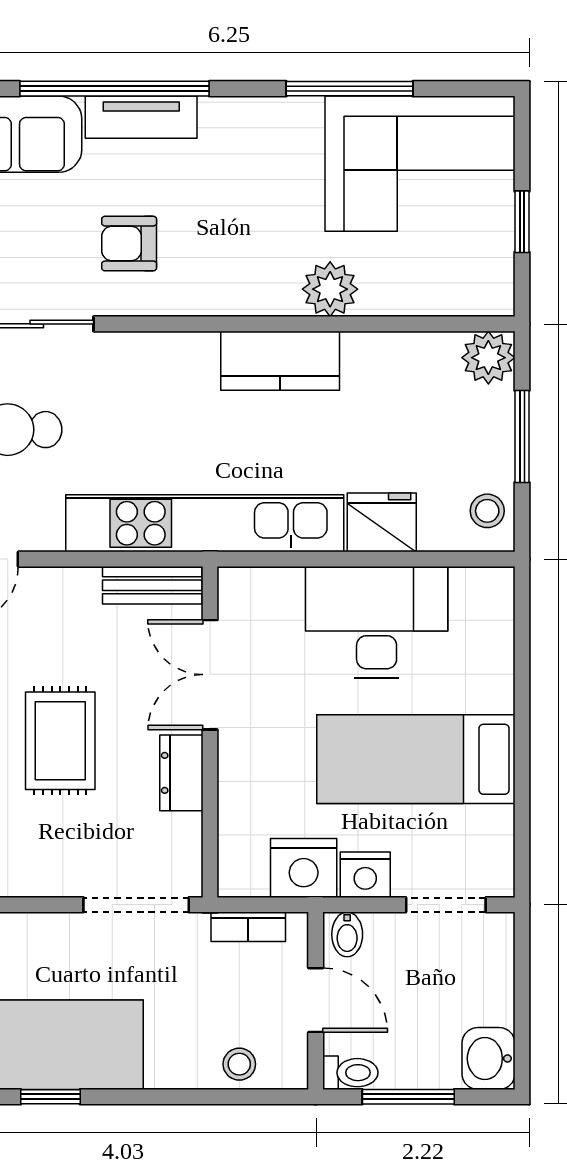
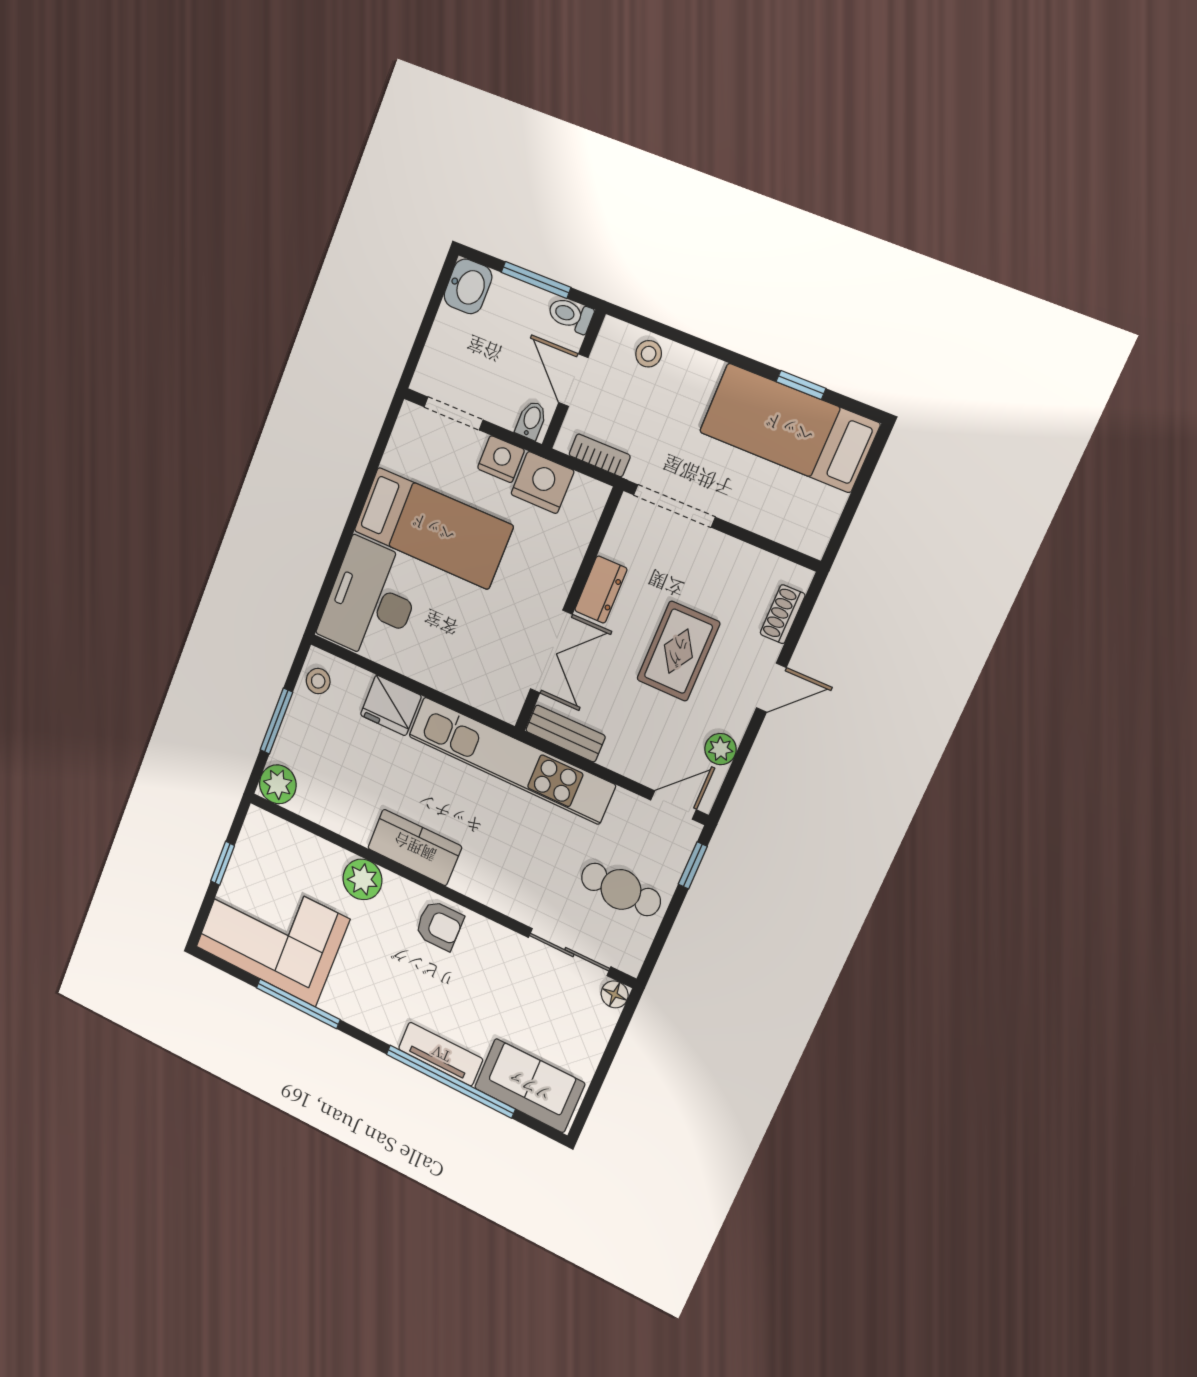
armchair: (129, 244) -> (439, 925), moved
desk: (377, 622) -> (371, 600), moved, turned 90

